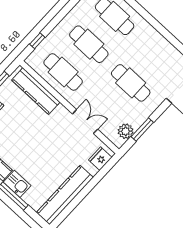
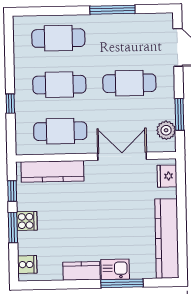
window: (162, 30) -> (112, 10), added
window: (37, 41) -> (10, 104), moved
double door: (85, 122) -> (122, 156), width x1.37

